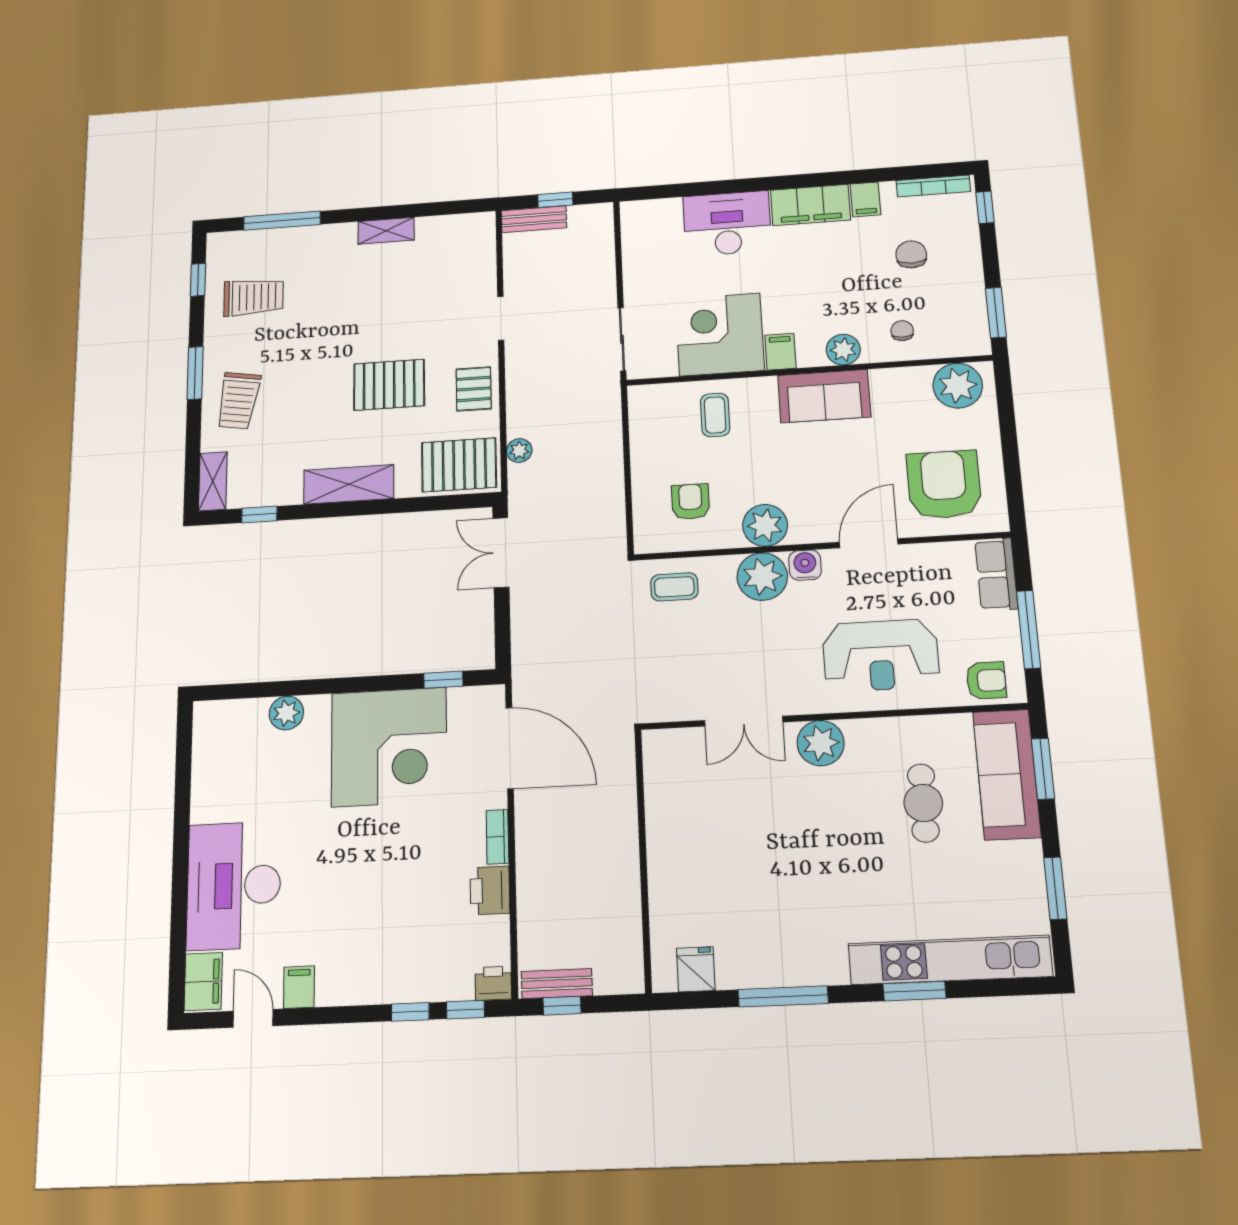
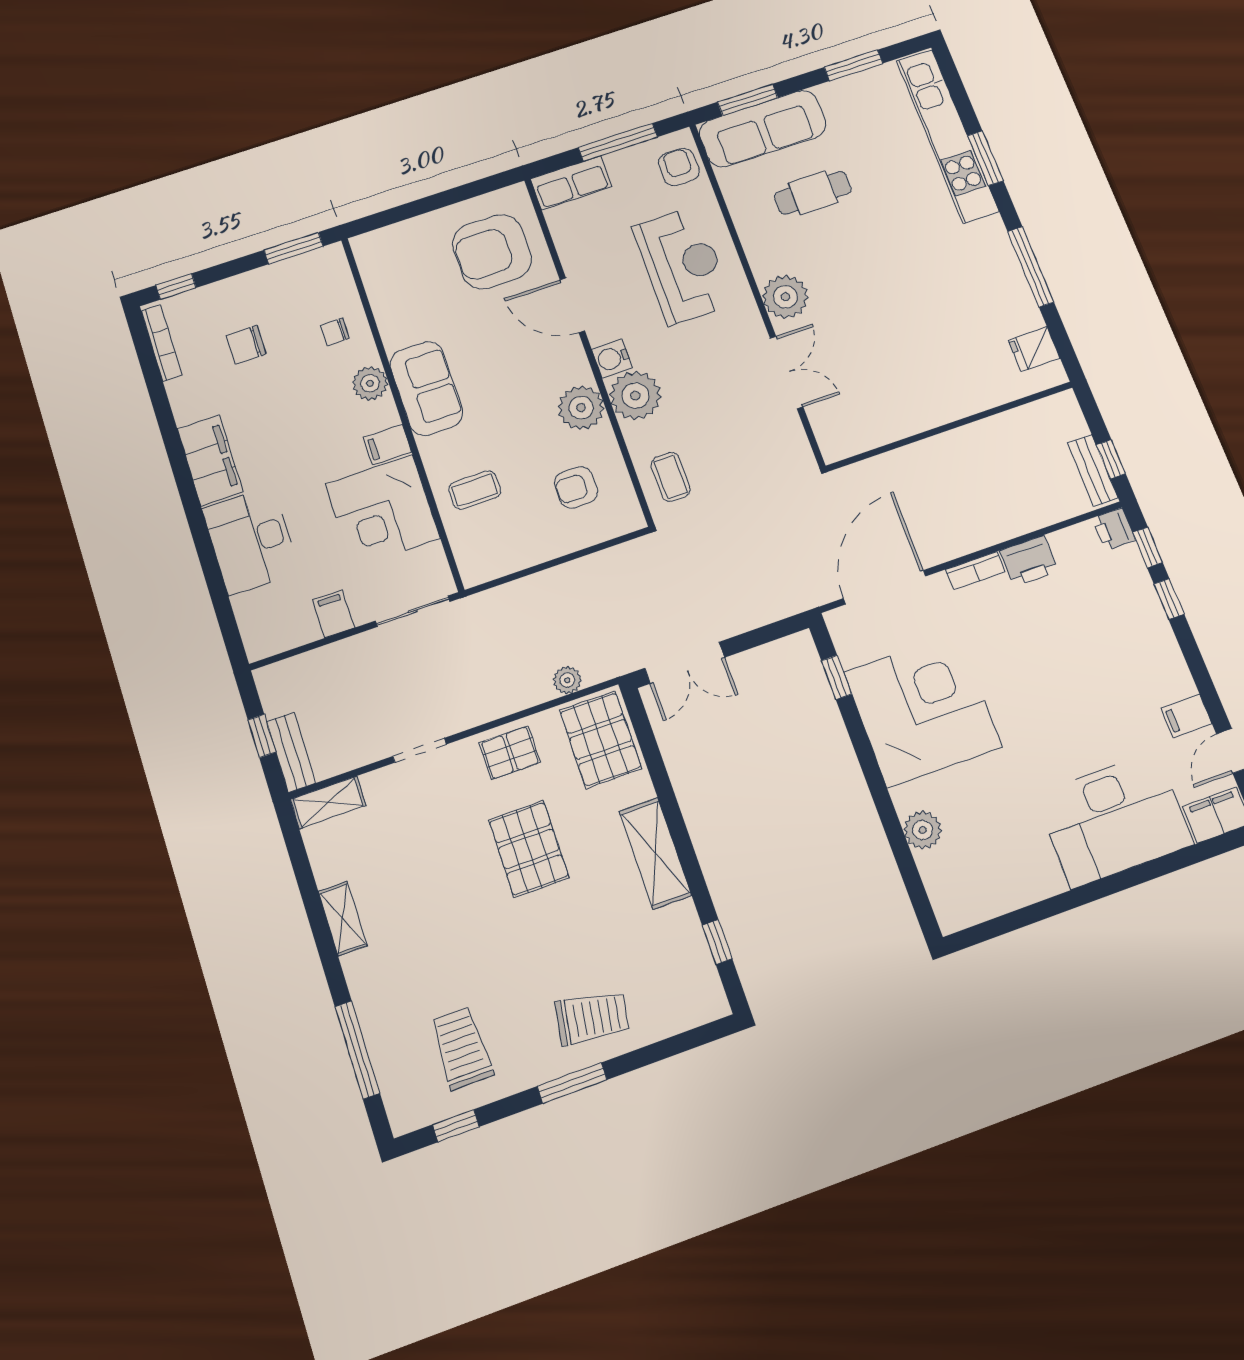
filing cabinet: (865, 199) -> (333, 614), moved, turned -90
plant: (958, 386) -> (383, 265), removed
shelving: (213, 481) -> (328, 802), moved

